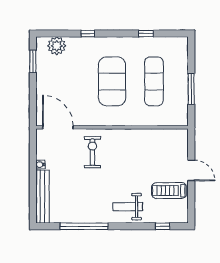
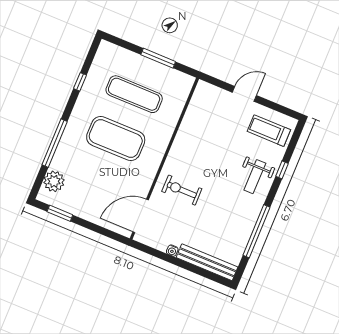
window: (88, 34) -> (55, 143), width x3.17
treadmill: (169, 191) -> (269, 131), moved, turned 90
window: (163, 226) -> (282, 170), moved

